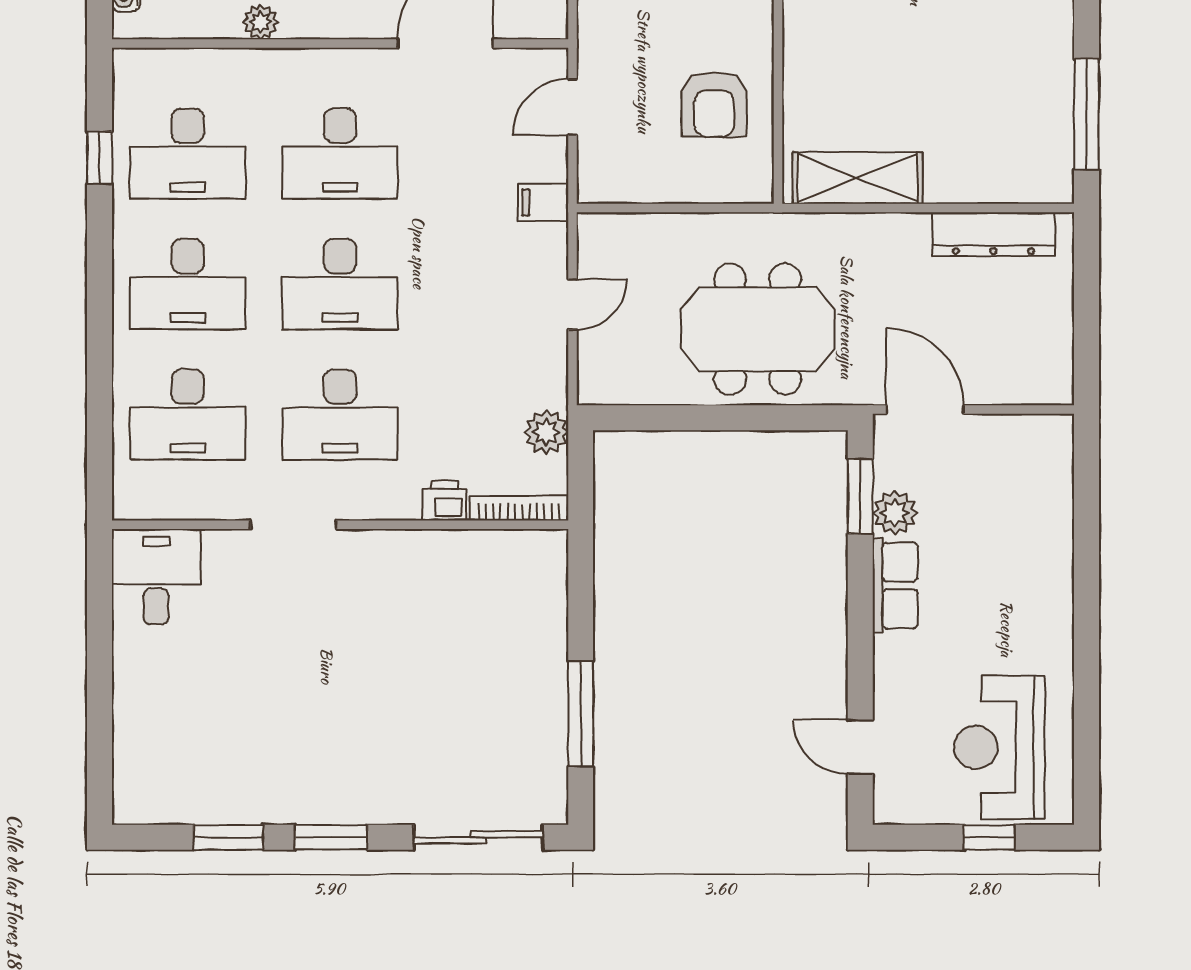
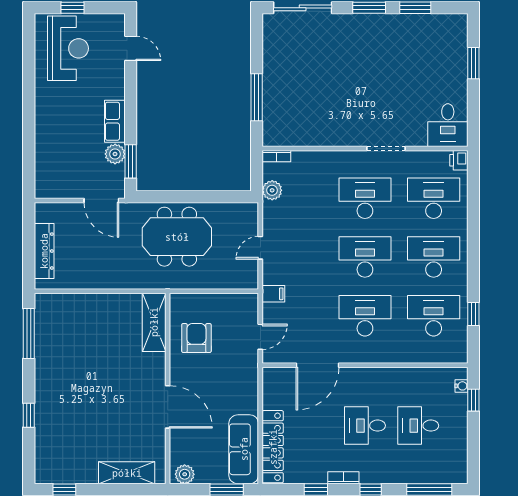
plant: (261, 22) -> (401, 375), removed
shelving: (858, 178) -> (154, 322), moved, turned 90
dresser: (993, 234) -> (44, 251), moved, turned 90
printer: (444, 501) -> (459, 160), moved, turned 90
bookcase: (519, 508) -> (276, 156), width x0.64
window: (581, 714) -> (257, 97), moved
window: (99, 715) -> (473, 63), added

